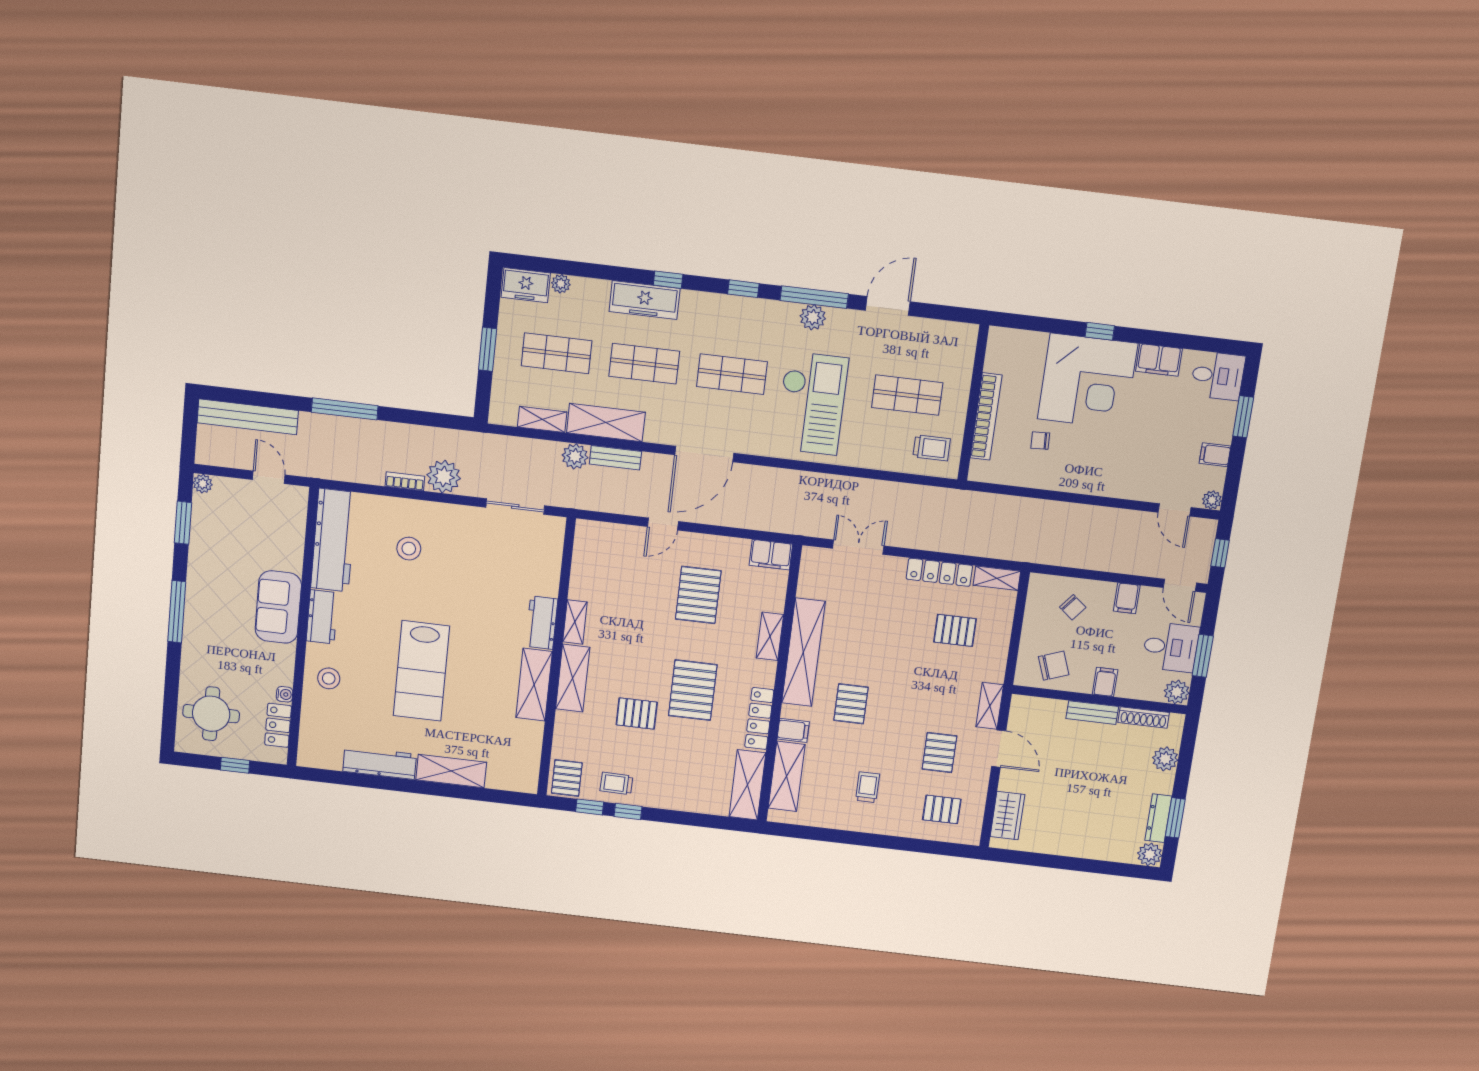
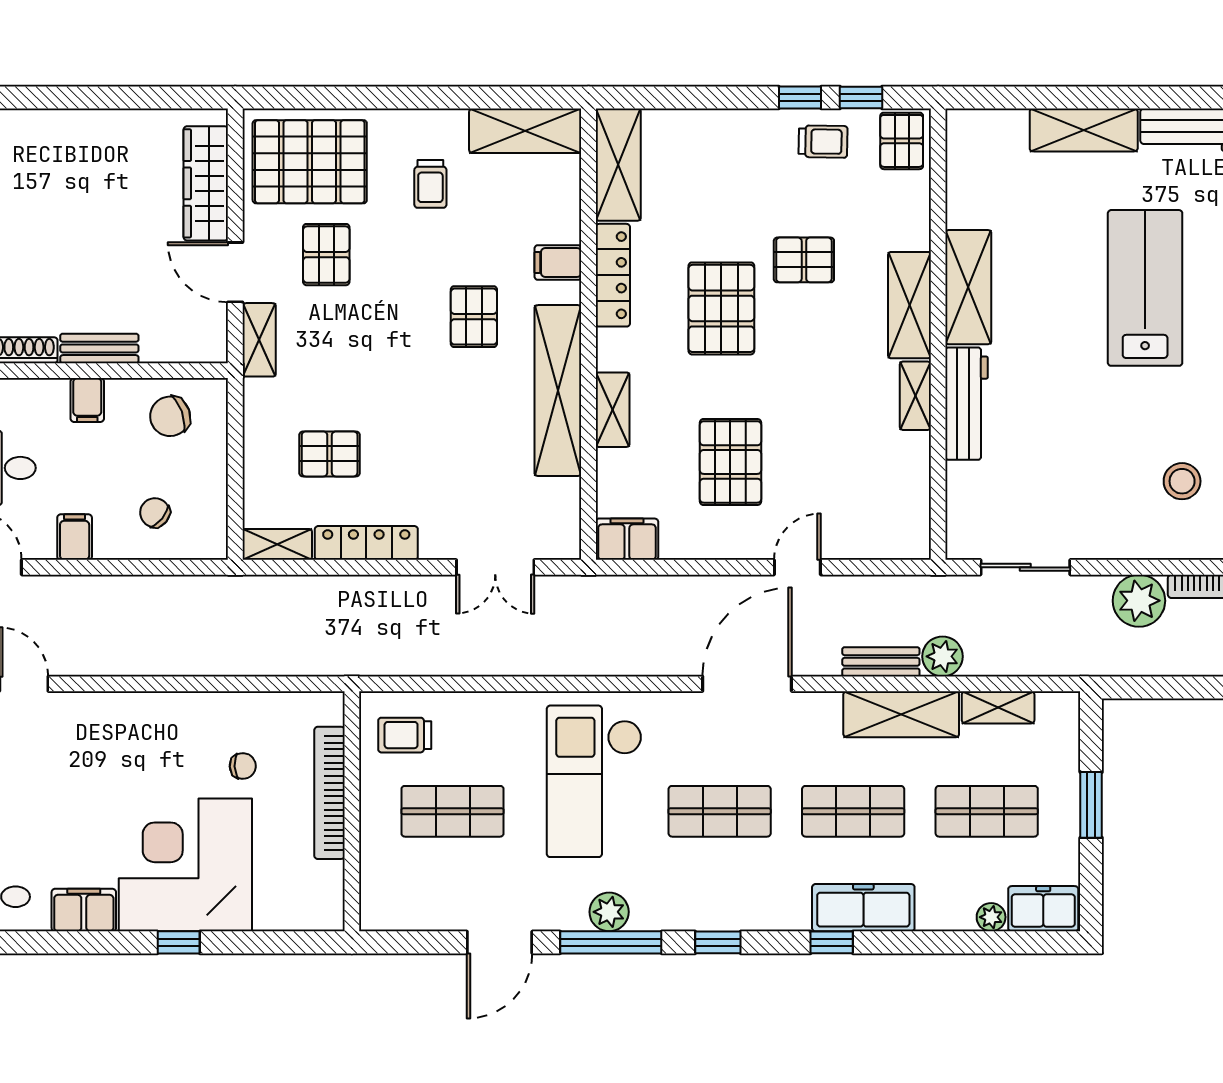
workbench: (542, 623) -> (967, 404), width x1.38
shelving: (787, 776) -> (525, 131), moved, turned 90
pallet: (942, 809) -> (310, 162), width x2.05, depth x2.00
wardrobe: (1007, 816) -> (206, 183), width x1.50

